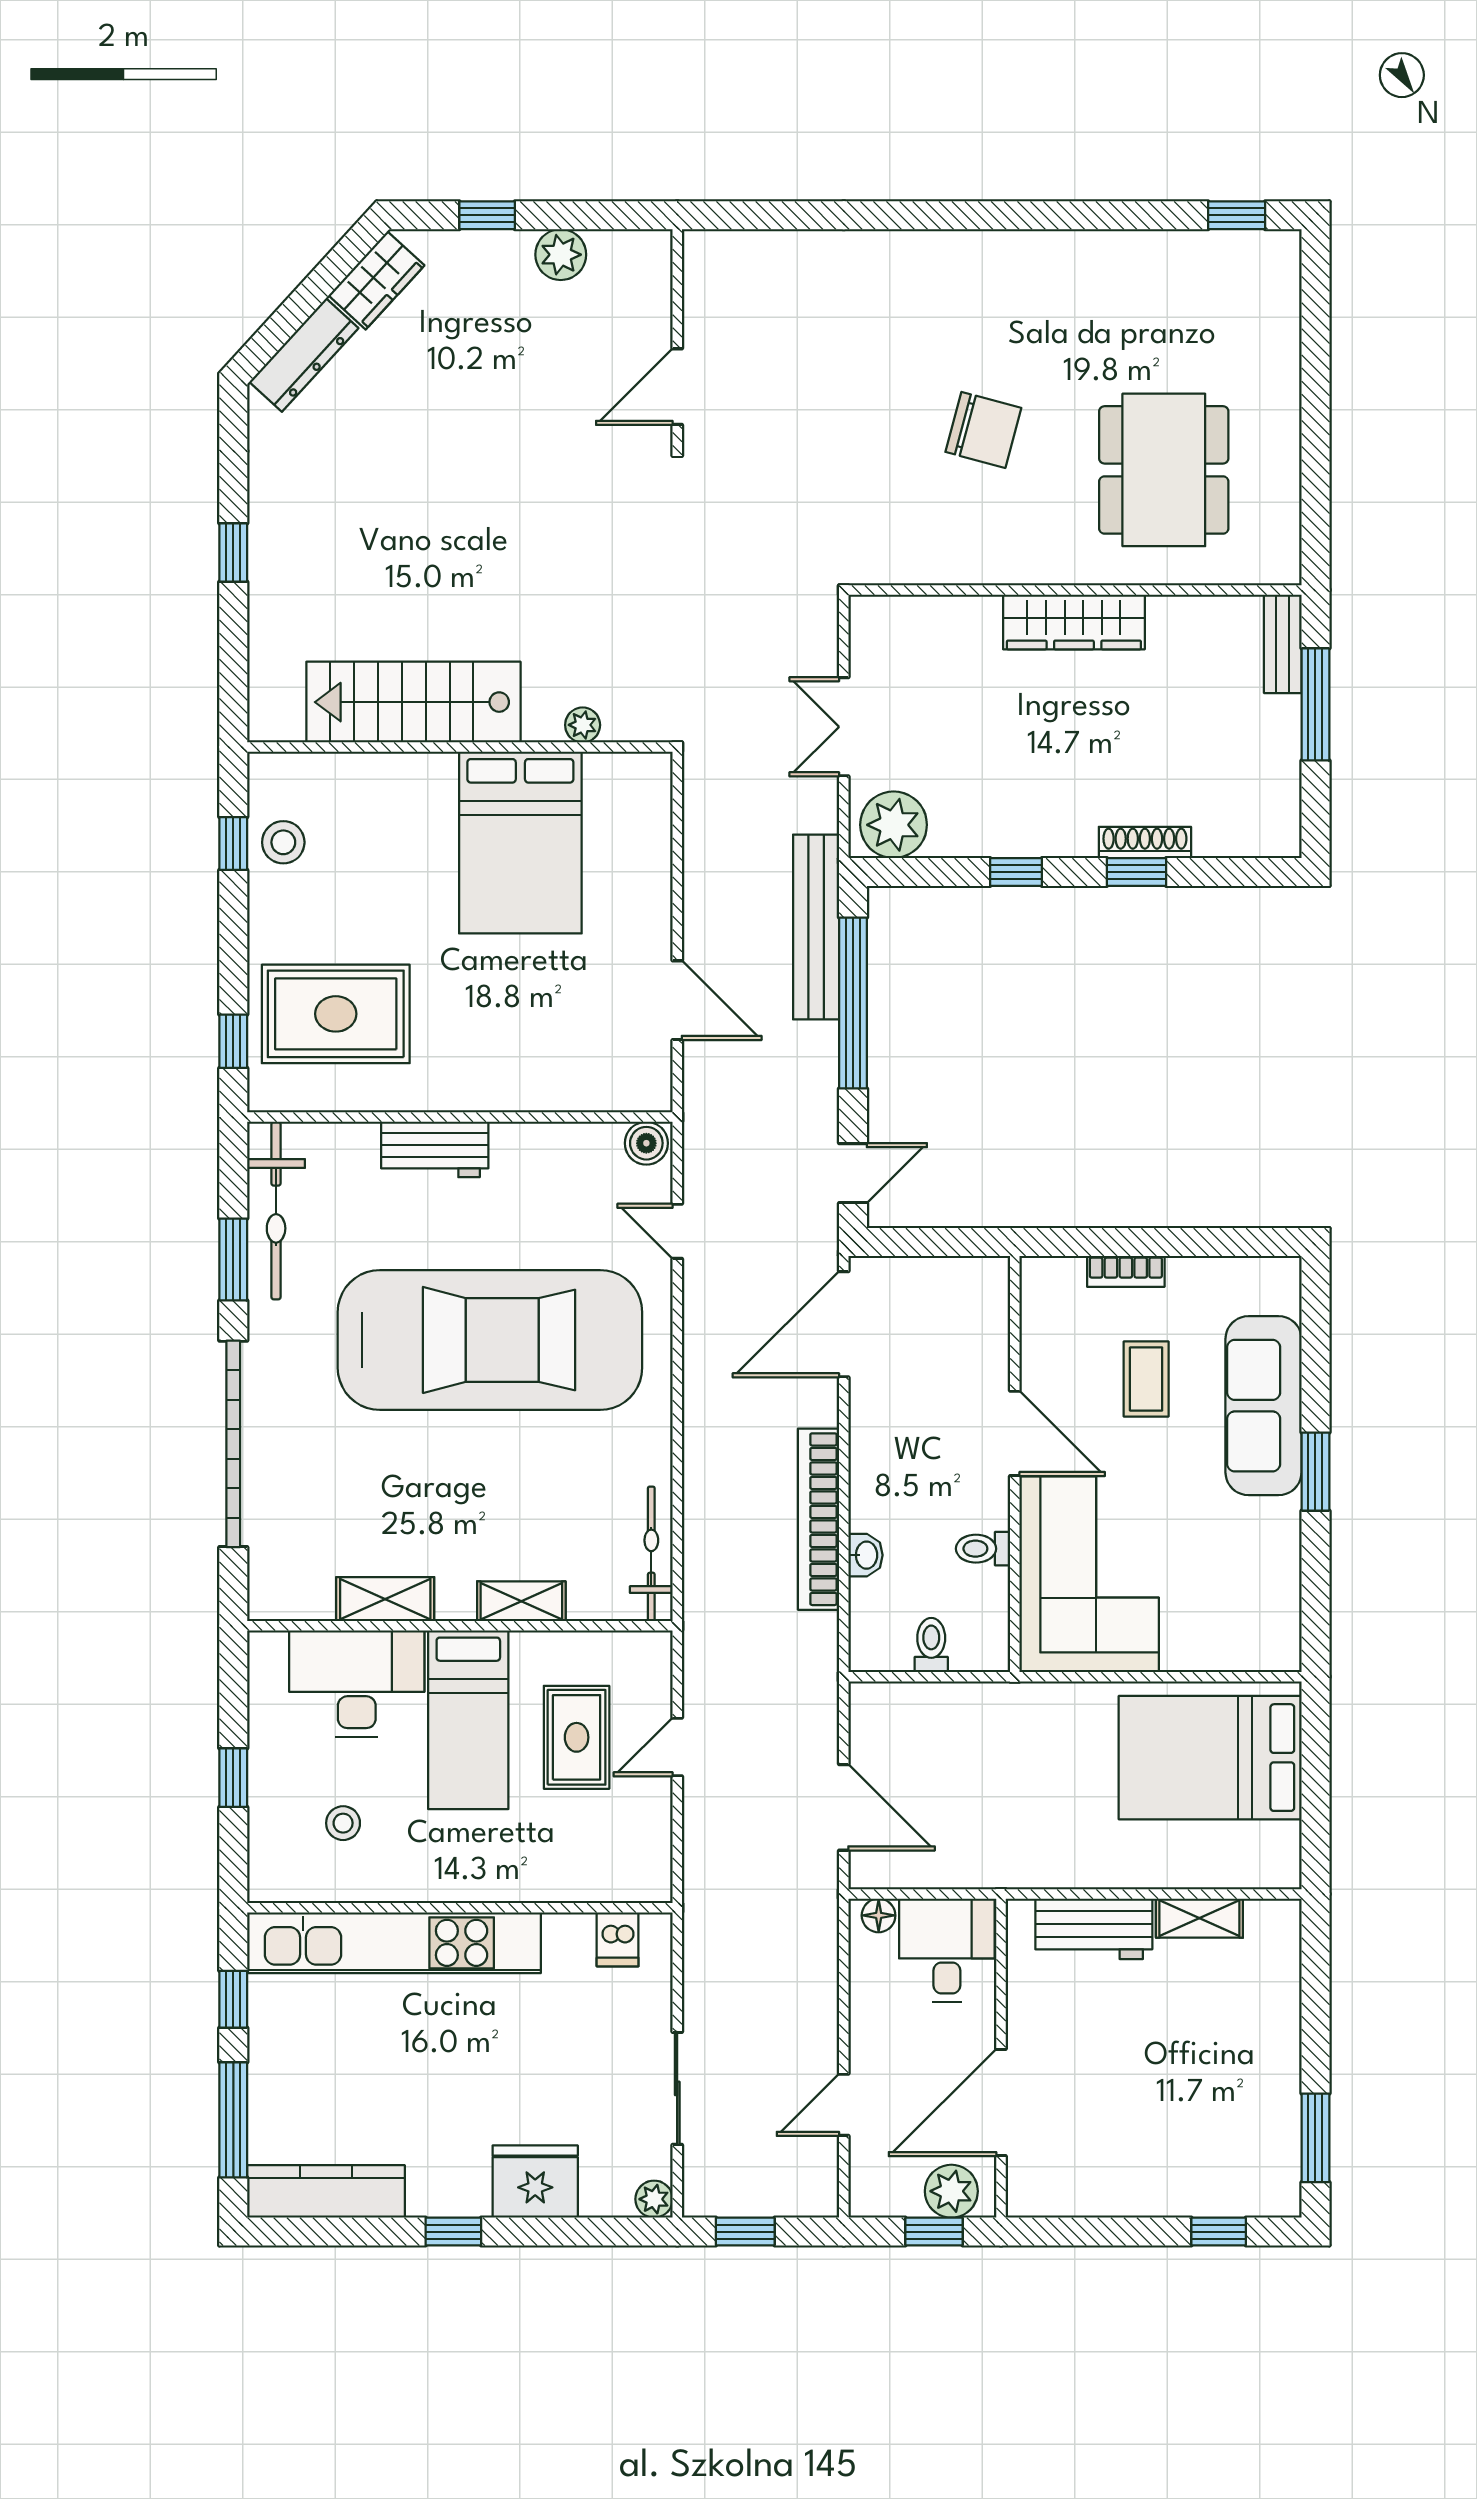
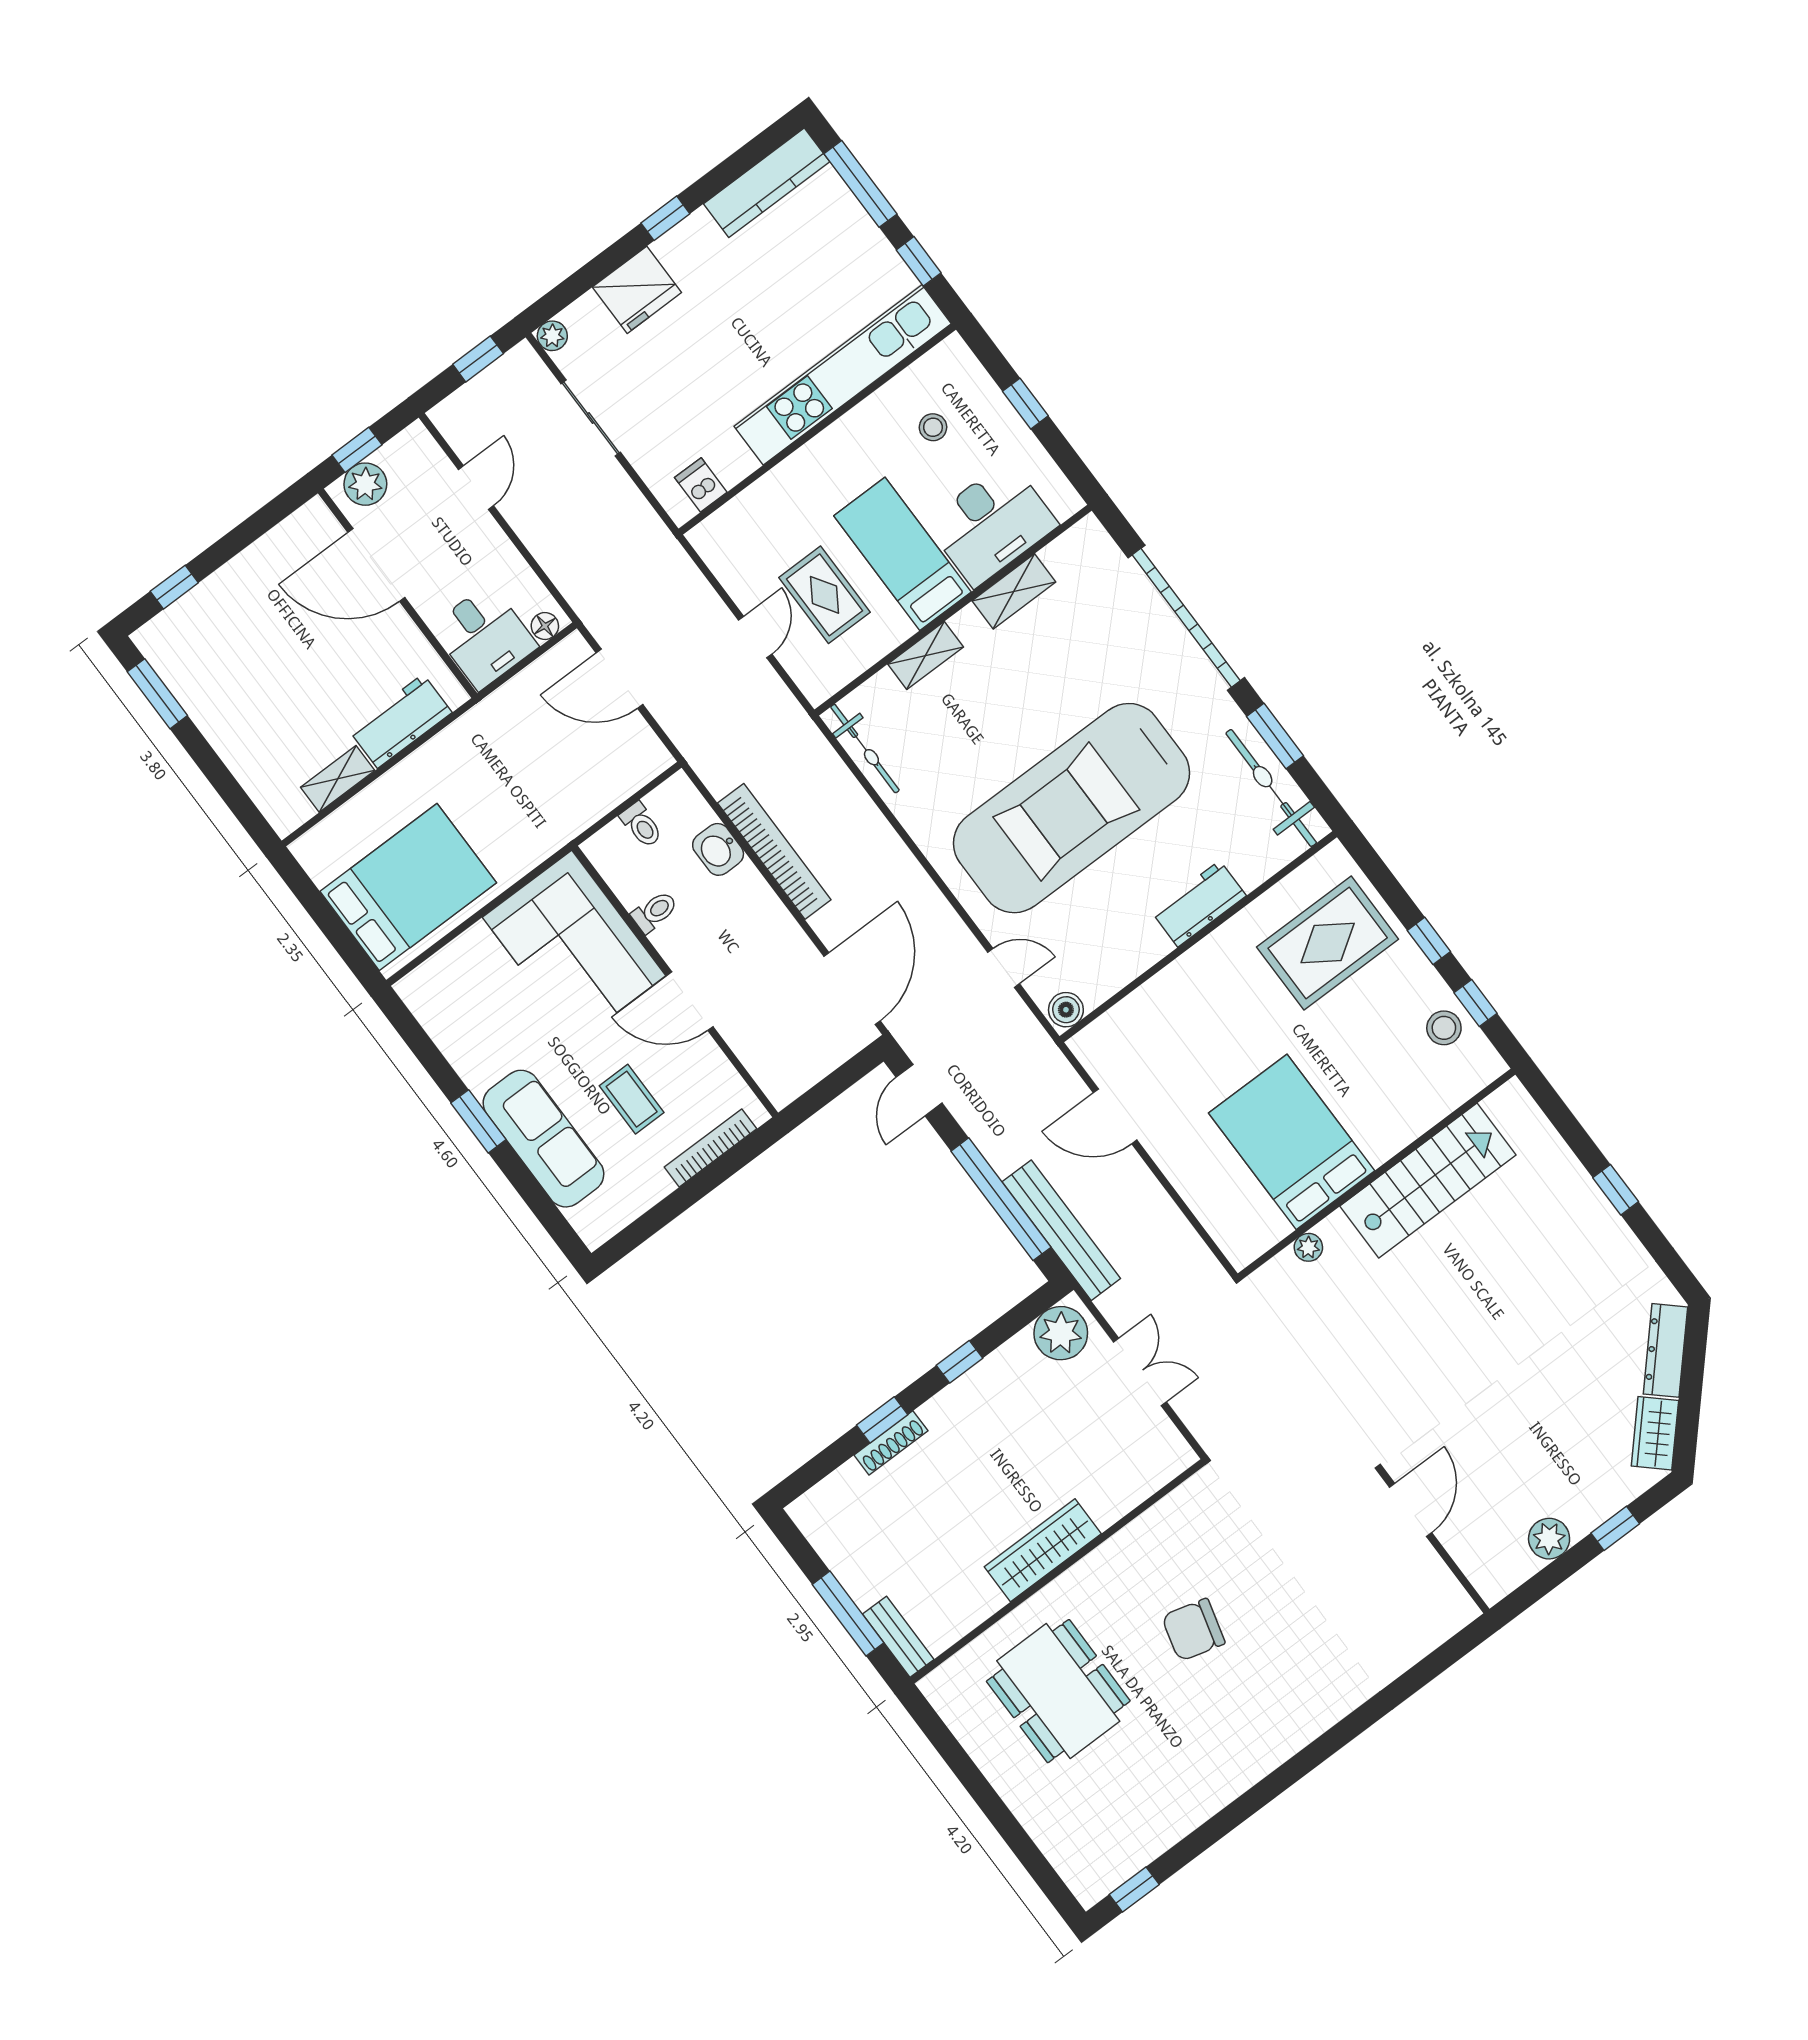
window: (233, 1041) -> (1429, 941), moved
bookcase: (1126, 1271) -> (711, 1148), width x1.56
washbasin: (865, 1555) -> (718, 849), width x1.38, depth x1.45
door: (1001, 2102) -> (376, 565), swing flipped

